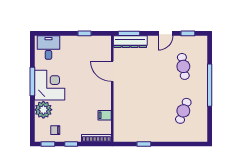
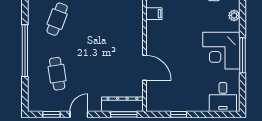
plant: (43, 110) -> (234, 15), width x0.53, depth x0.53

